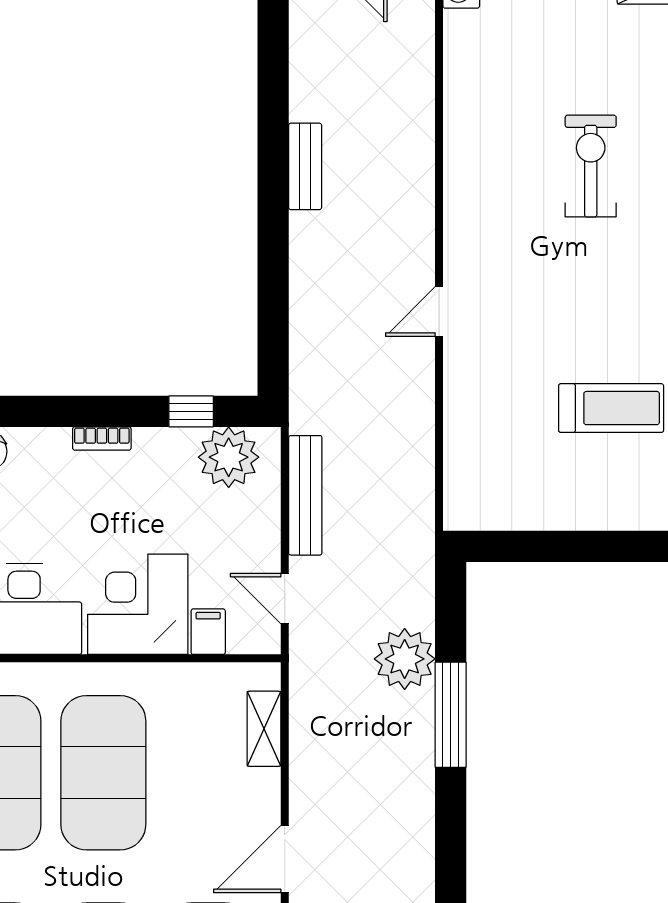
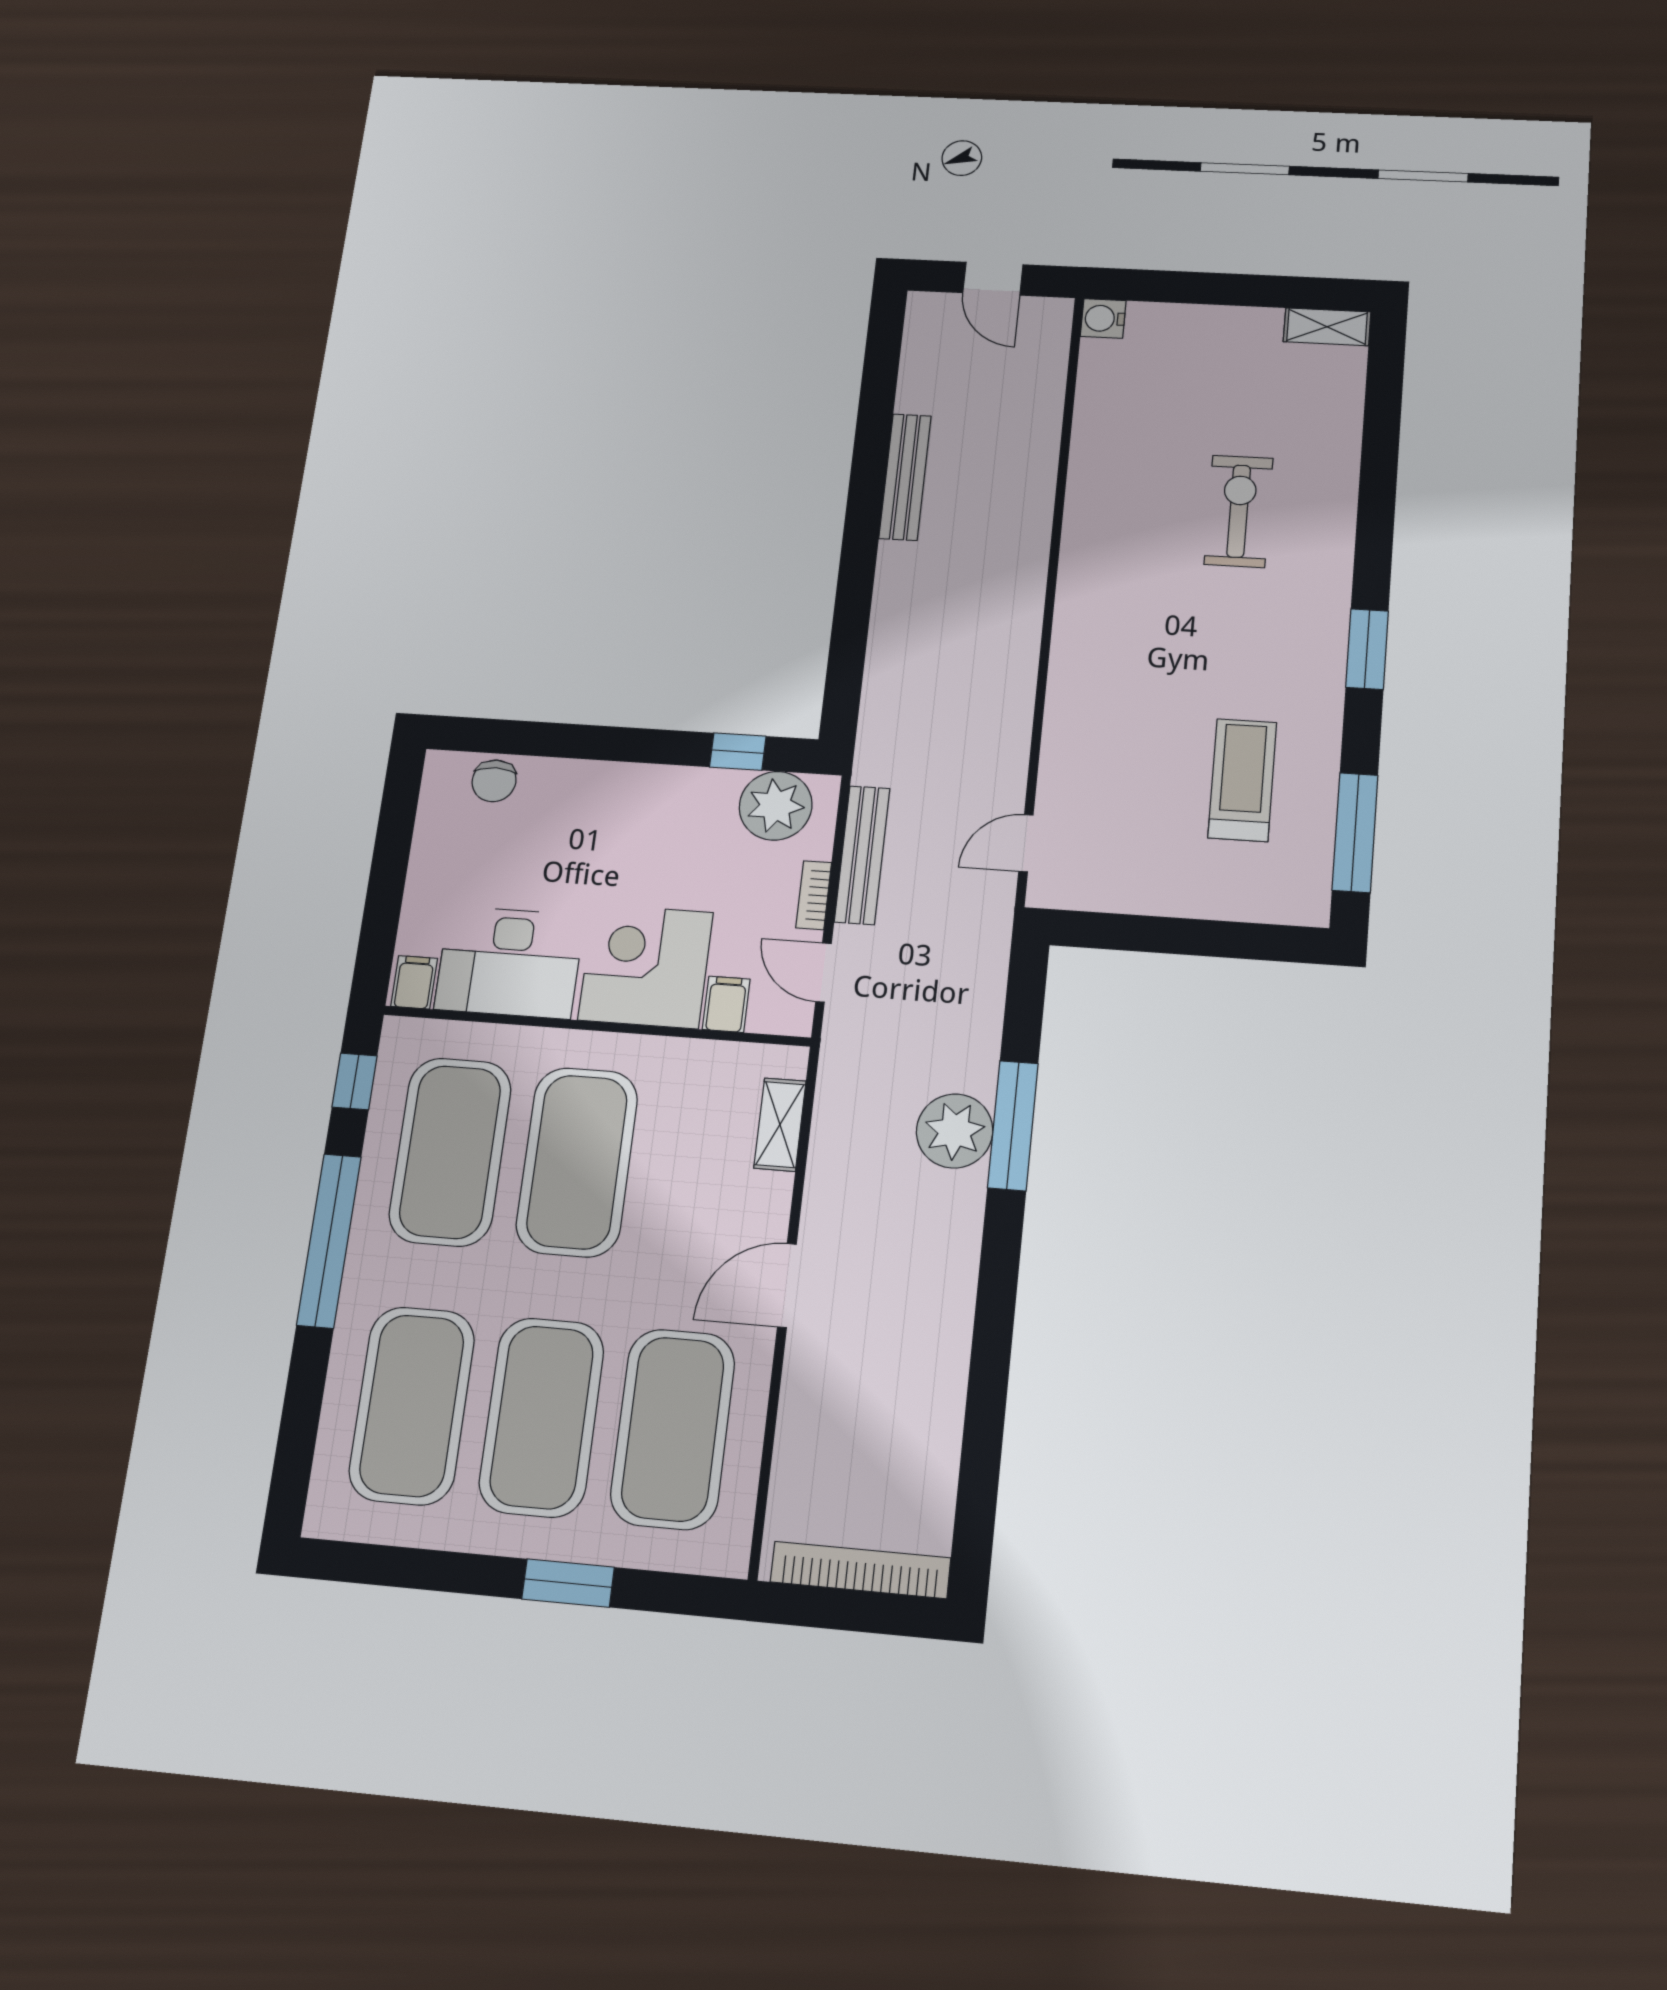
bench: (305, 166) -> (905, 477), width x1.36
door: (439, 311) -> (1026, 843), moved
treadmill: (611, 408) -> (1242, 780), turned -90
bookcase: (102, 438) -> (814, 895), moved, turned 90
plant: (405, 659) -> (955, 1131), moved

